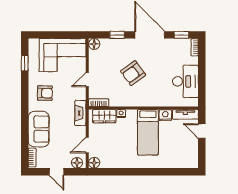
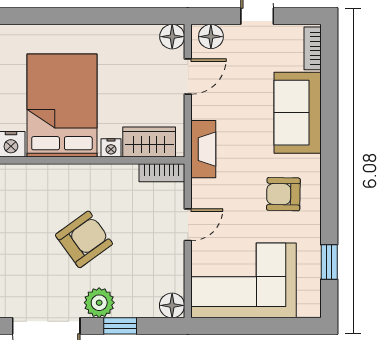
plant: (126, 45) -> (99, 303), added
bed: (148, 132) -> (62, 105), width x1.50

